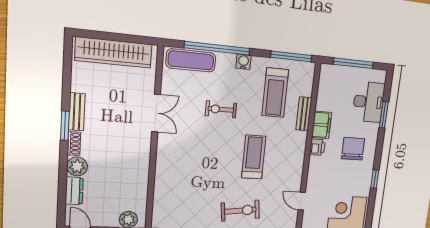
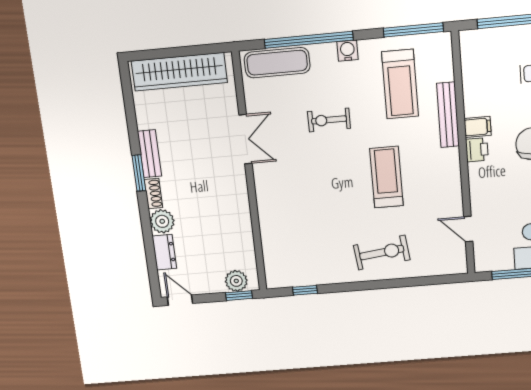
bench: (304, 114) -> (448, 115), width x1.36
filing cabinet: (322, 125) -> (478, 127), width x0.50

